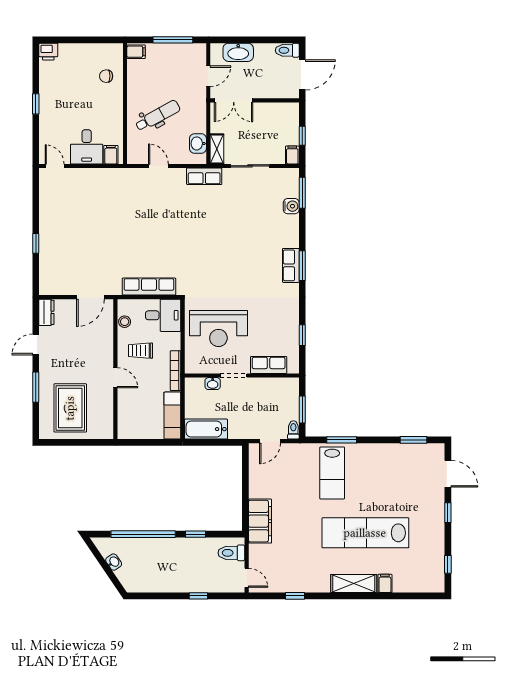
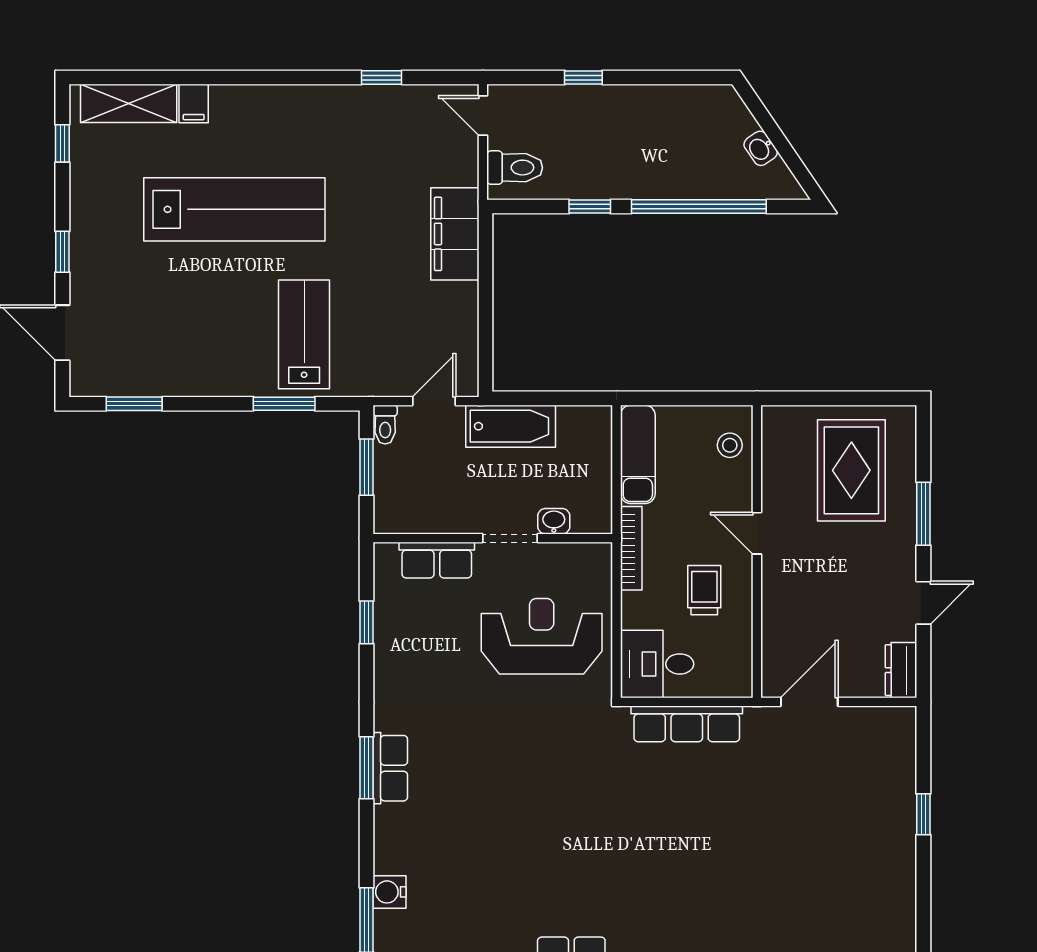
stool: (125, 322) -> (730, 445), moved
trolley: (141, 351) -> (704, 590), turned -90
bathtub: (206, 429) -> (511, 426), moved
shelving: (354, 584) -> (129, 103), moved

